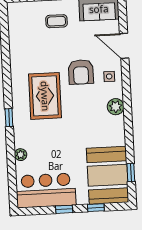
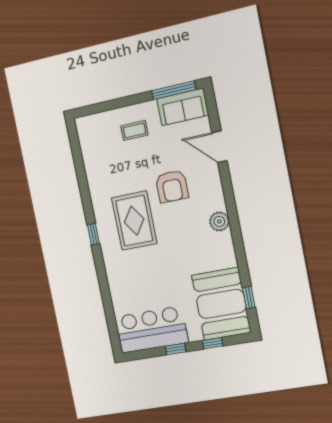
side table: (109, 76) -> (206, 186), removed
window: (9, 118) -> (93, 234), moved
plant: (21, 155) -> (116, 292), removed

